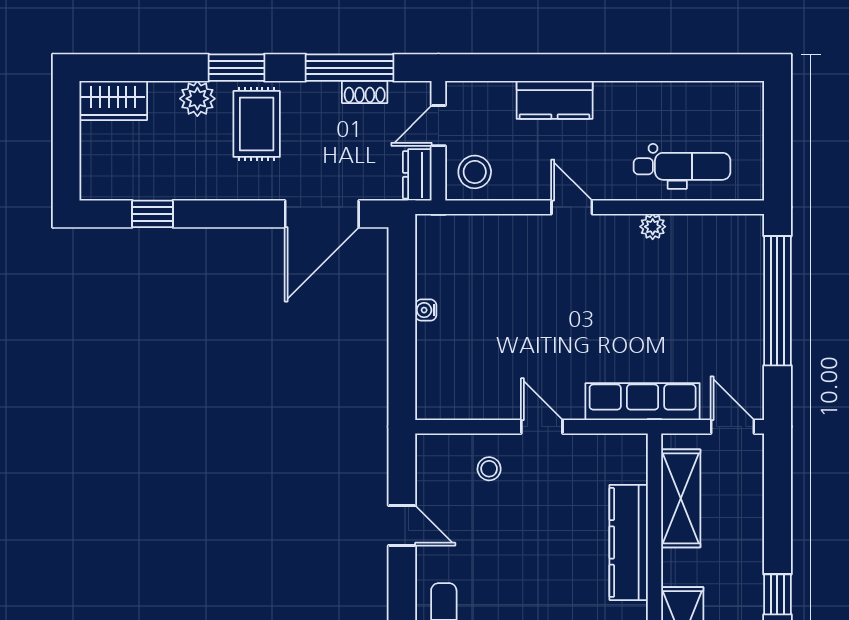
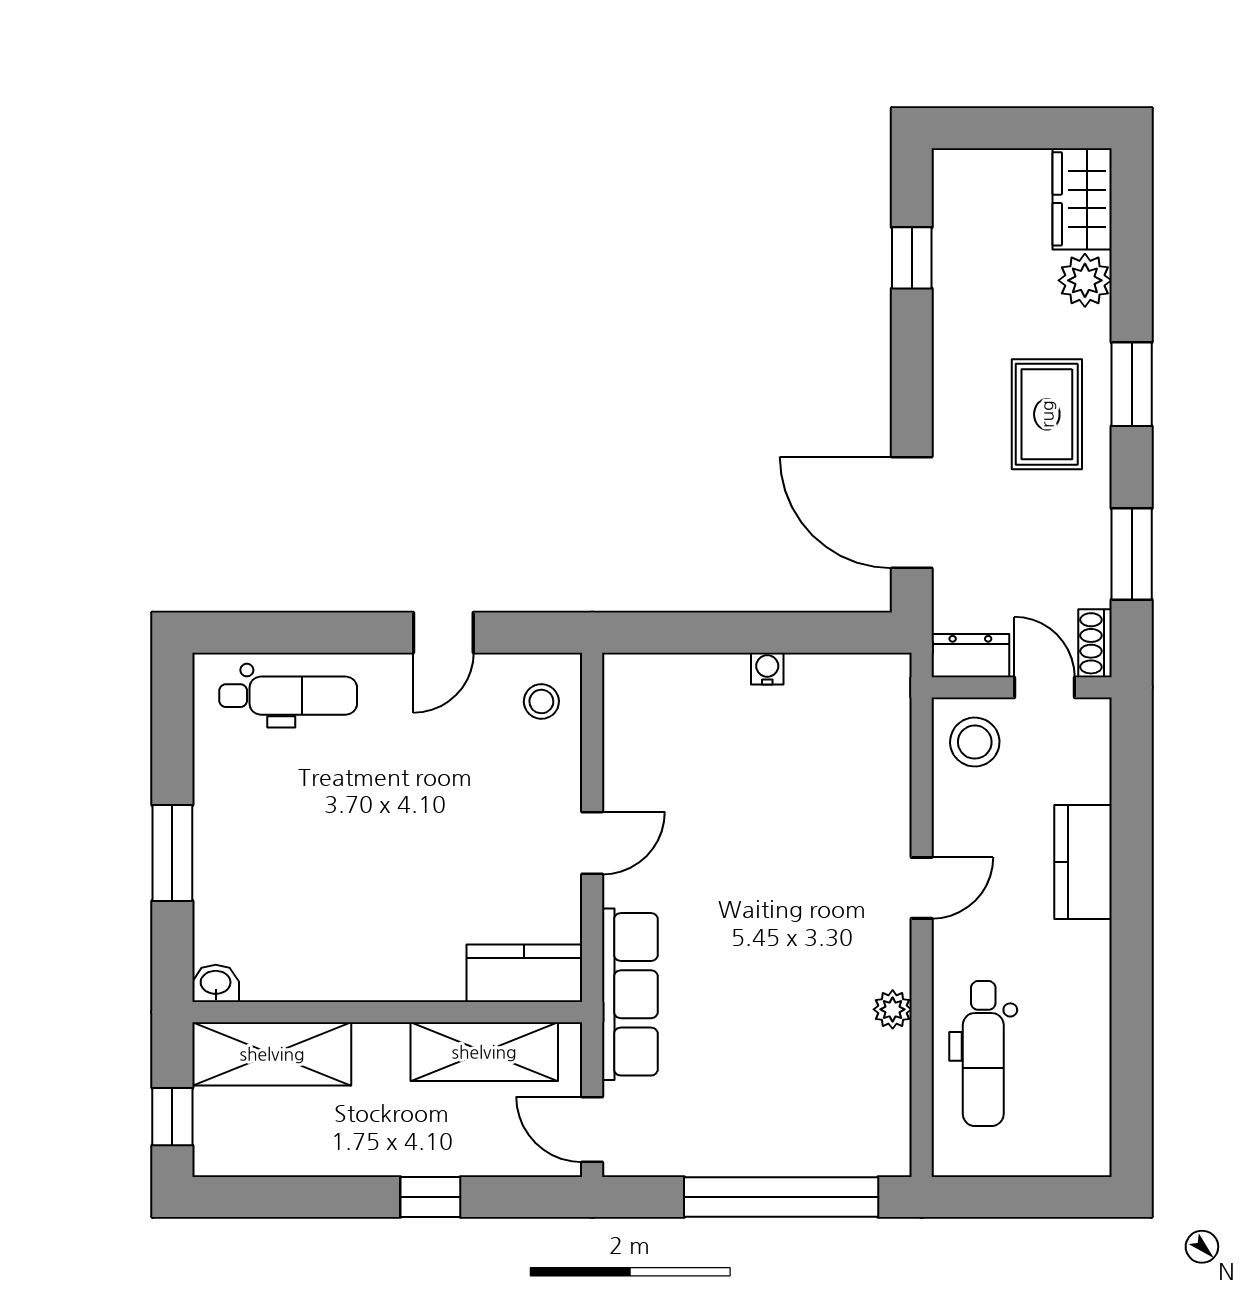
window: (350, 68) -> (1132, 554), width x0.69
shoe rack: (365, 92) -> (1095, 643), moved
plant: (197, 99) -> (1085, 280), moved
rug: (257, 124) -> (1047, 414), turned 90
door: (732, 427) -> (592, 1129), swing flipped
stool: (489, 469) -> (541, 701), moved
kitchen counter: (629, 542) -> (524, 973), moved, width x0.67
window: (777, 594) -> (430, 1197), moved

